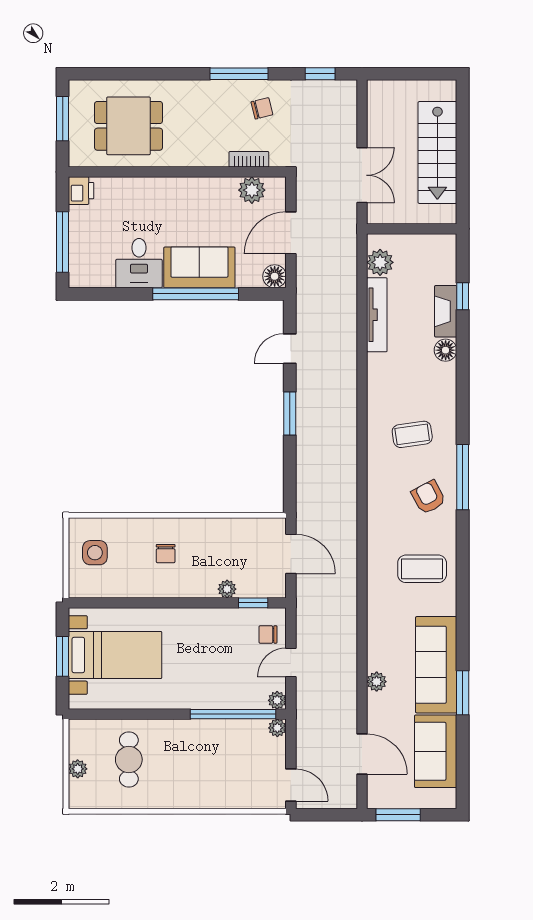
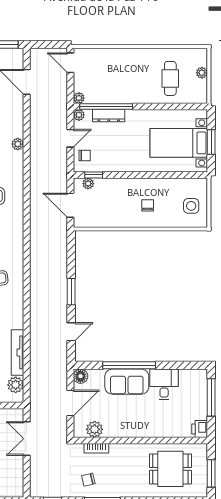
plant: (227, 589) -> (88, 184), moved
plant: (377, 682) -> (18, 144), moved
dresser: (229, 699) -> (109, 116), added

